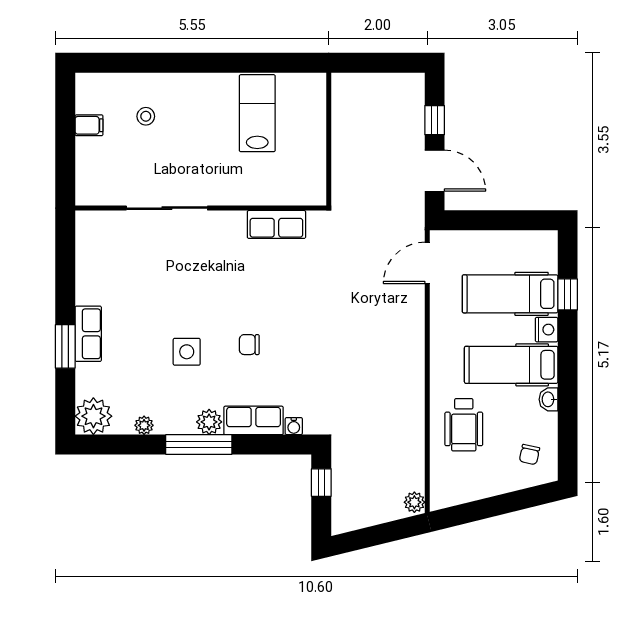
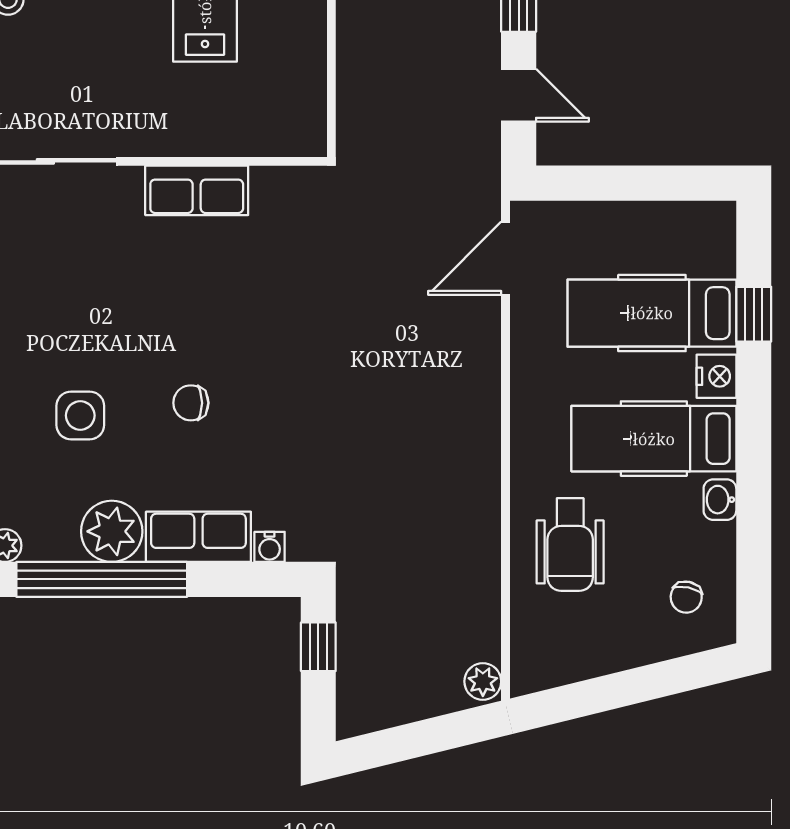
door: (435, 171) -> (519, 95), width x0.73
row of seats: (276, 224) -> (197, 190), moved
plant: (209, 422) -> (112, 531), width x1.36, depth x1.36
window: (199, 444) -> (102, 579), width x1.46

